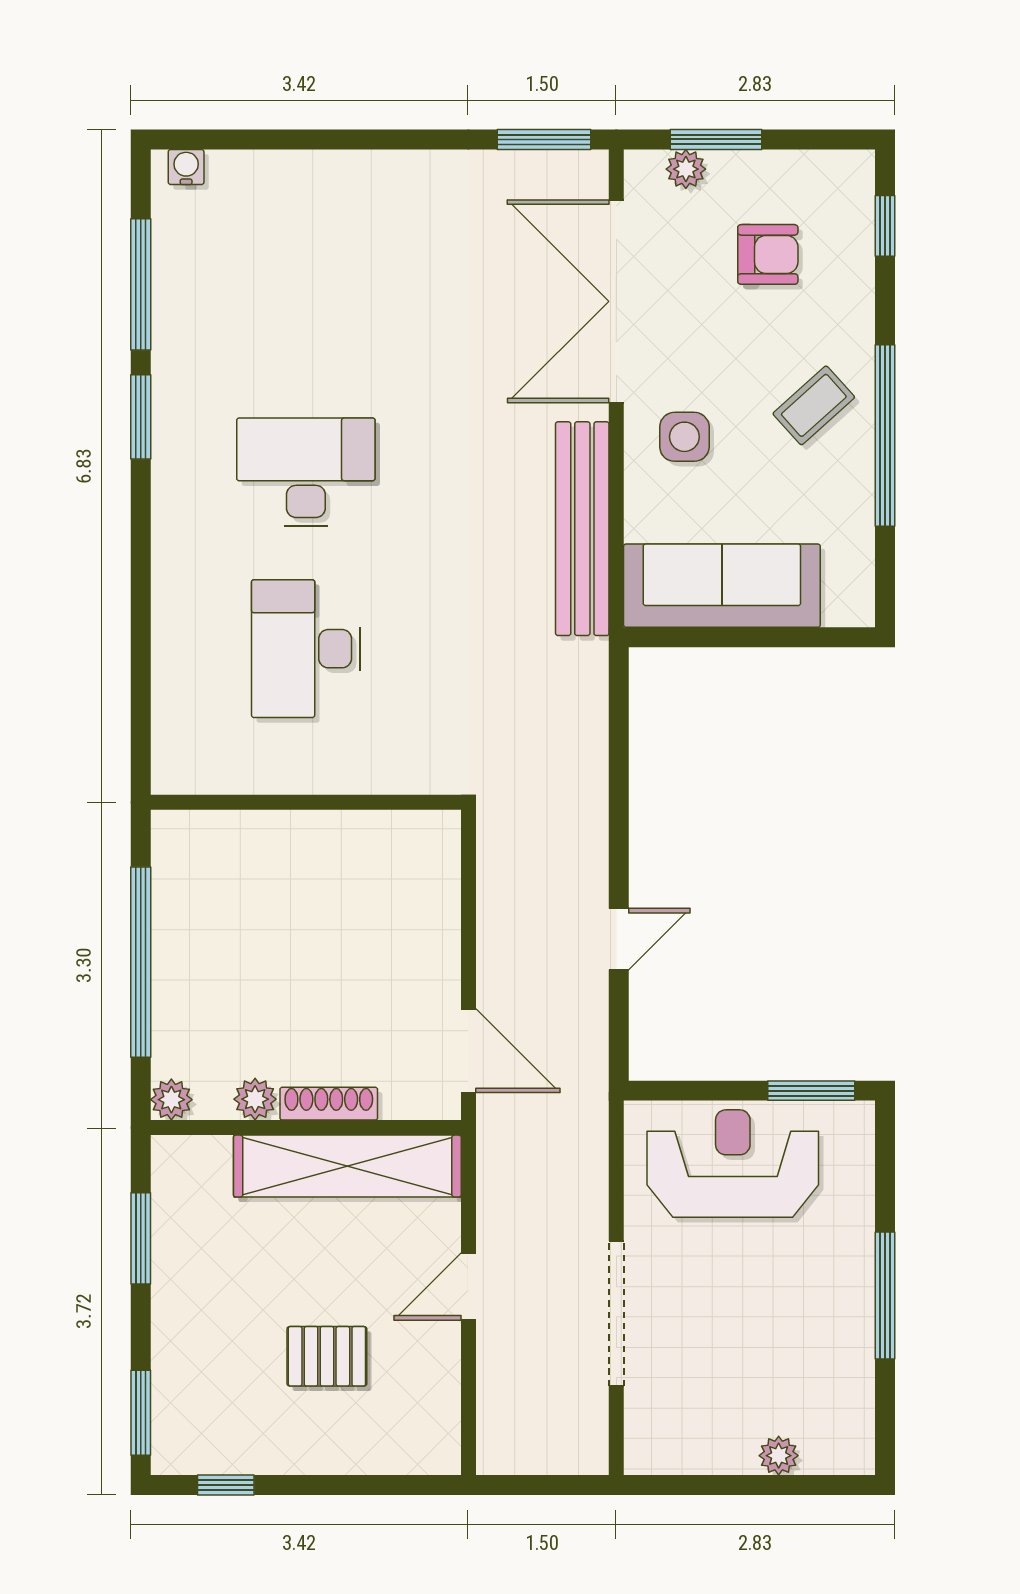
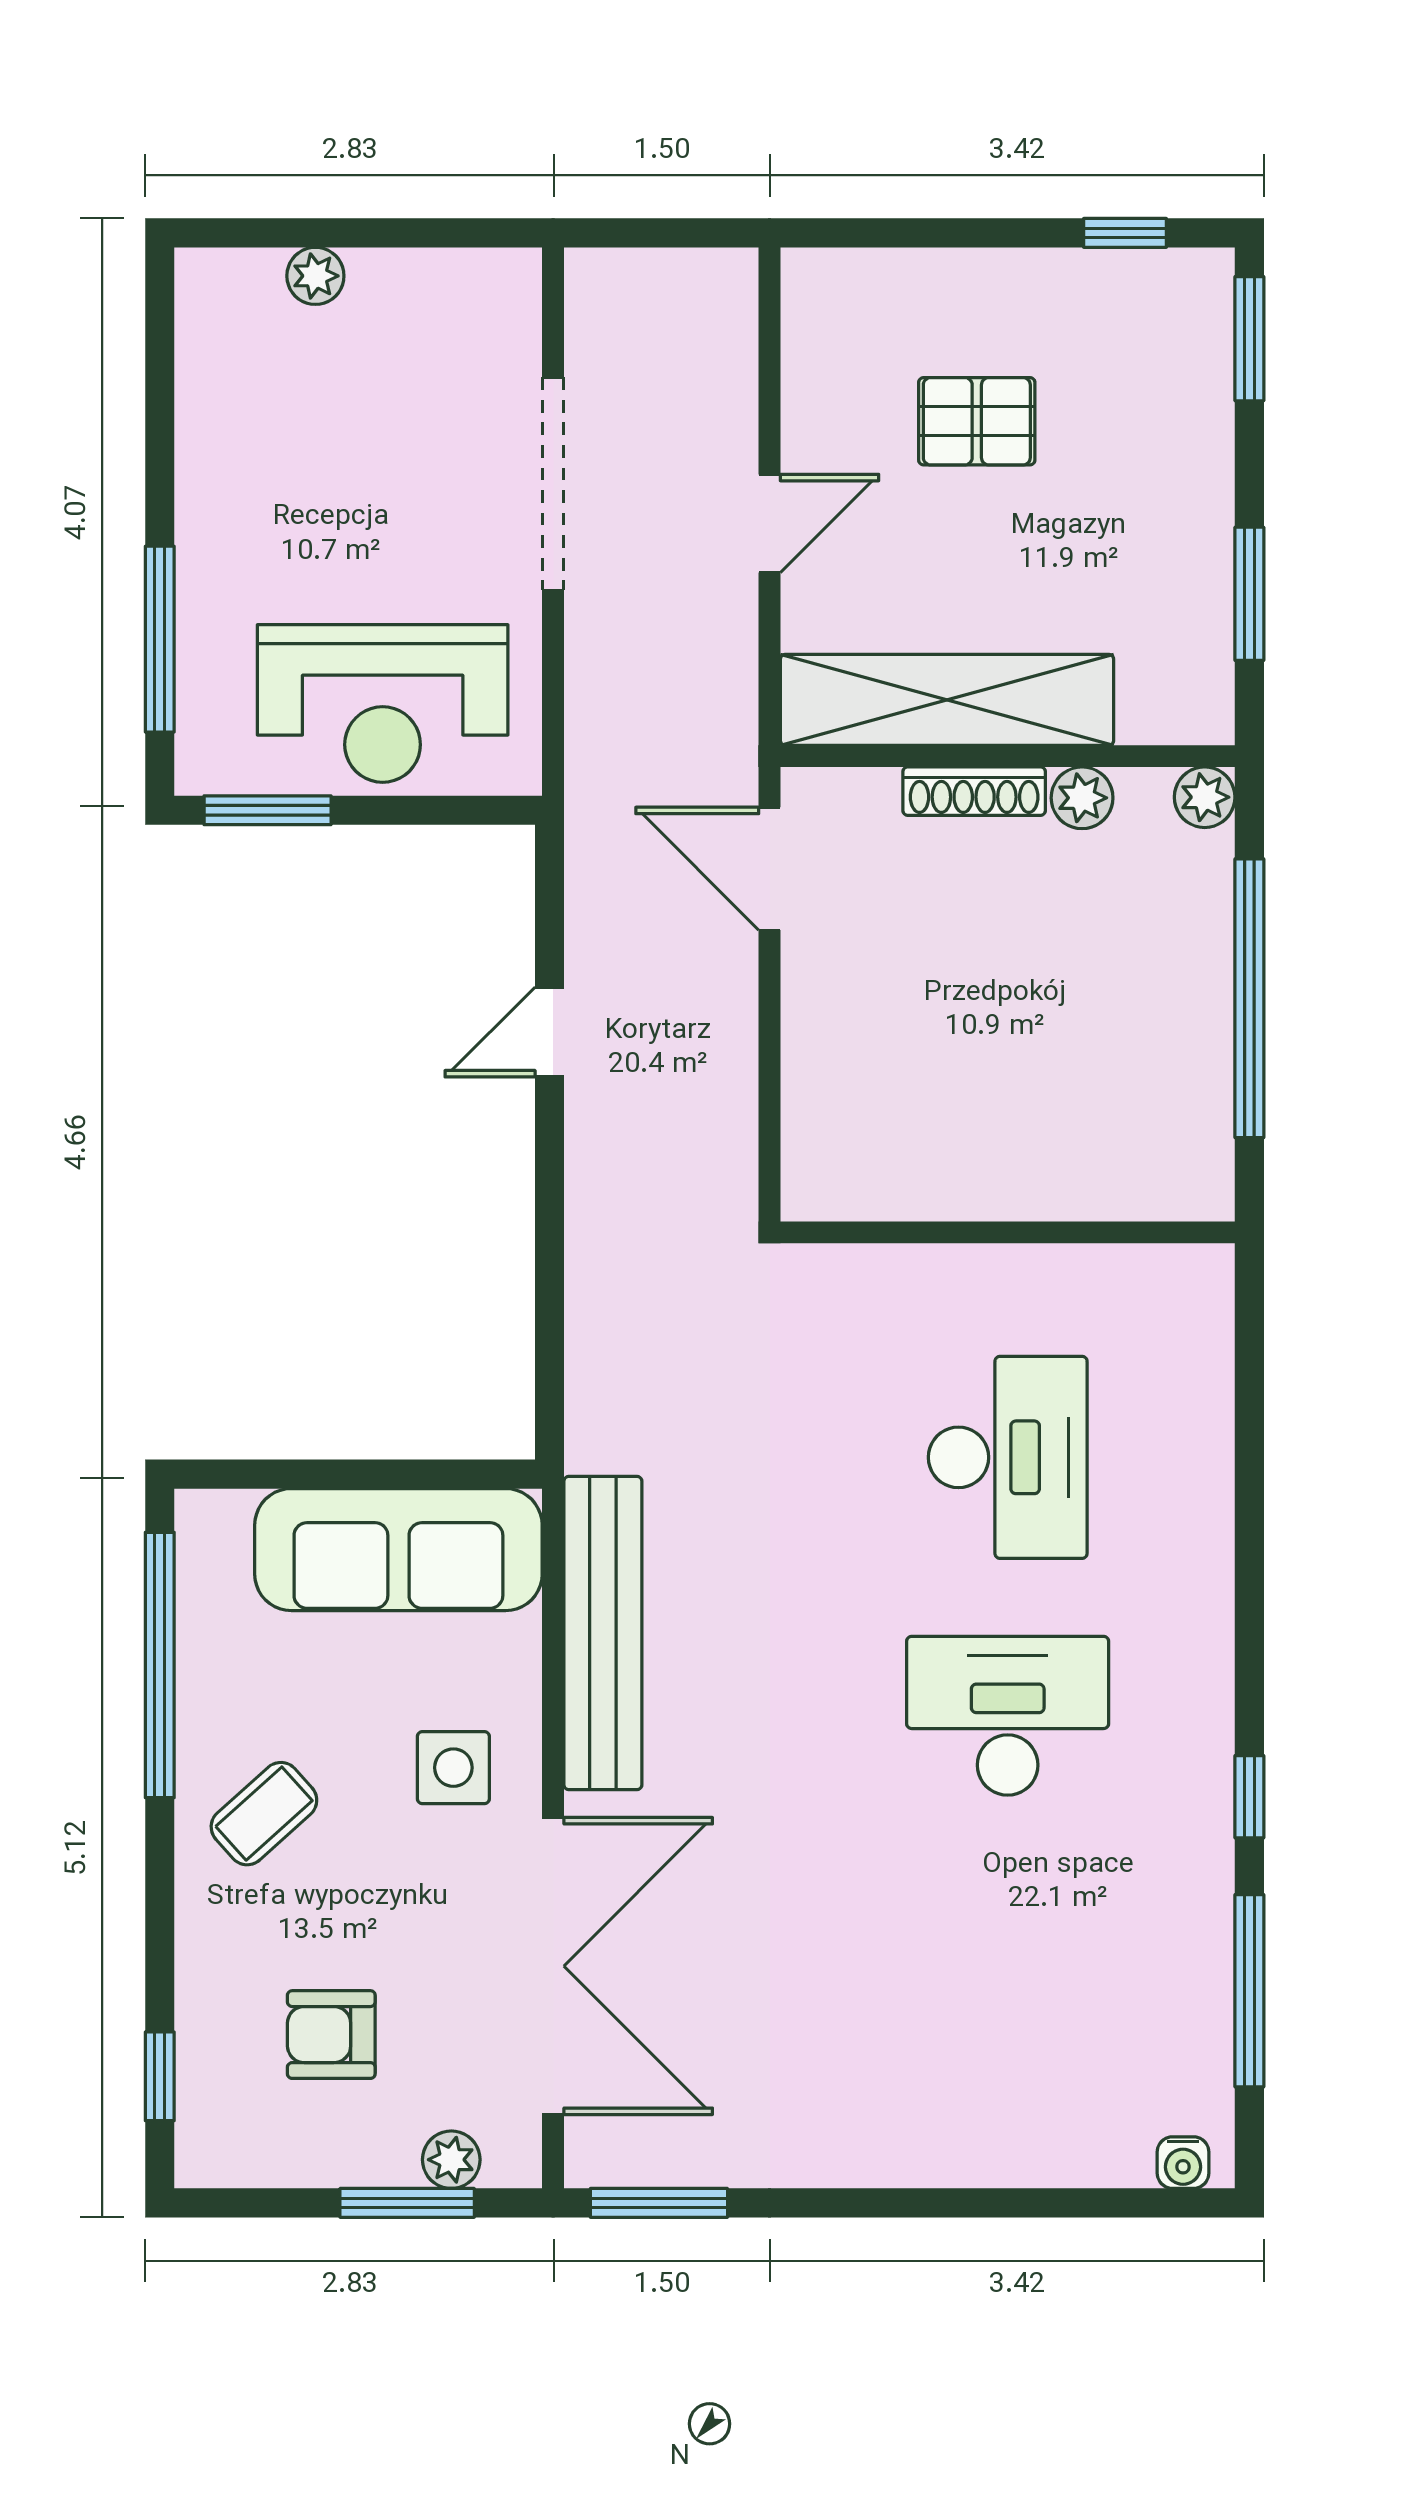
window: (141, 417) -> (1249, 1797), width x0.67
window: (885, 435) -> (160, 1665), moved
desk: (306, 472) -> (1008, 1716), turned 180
window: (885, 1295) -> (160, 639), moved

